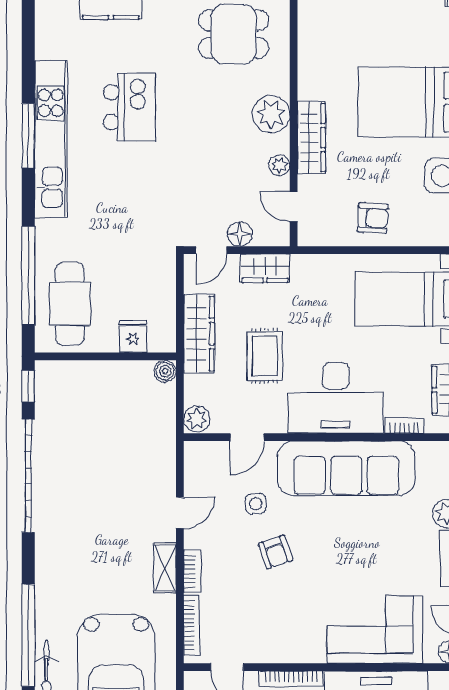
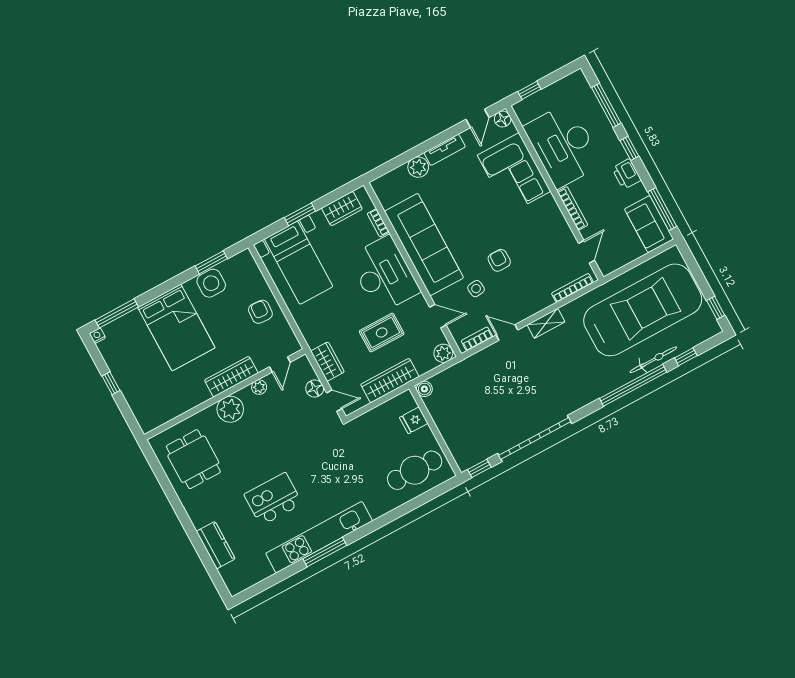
window: (28, 276) -> (411, 505), removed
armchair: (275, 552) -> (499, 260), turned -71
bookcase: (192, 571) -> (477, 339), moved

